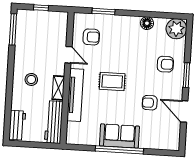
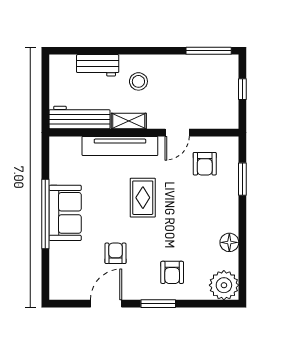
workbench: (17, 125) -> (98, 65), moved

